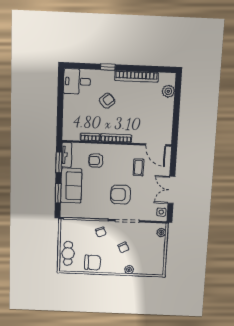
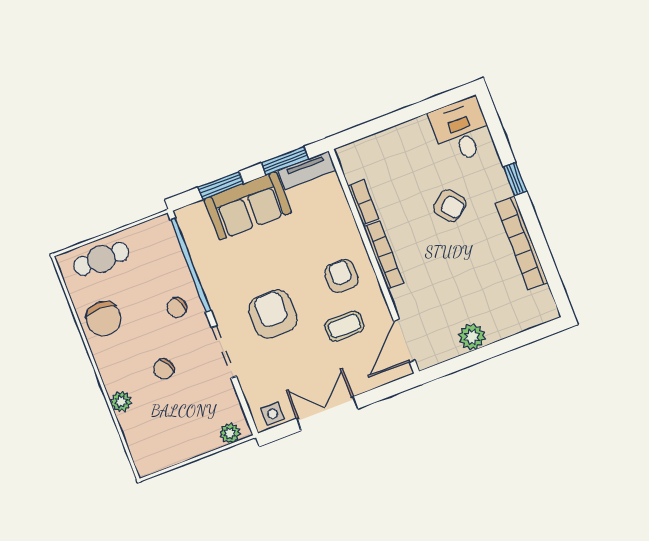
plant: (168, 91) -> (472, 337), moved
armchair: (96, 161) -> (341, 276), moved

